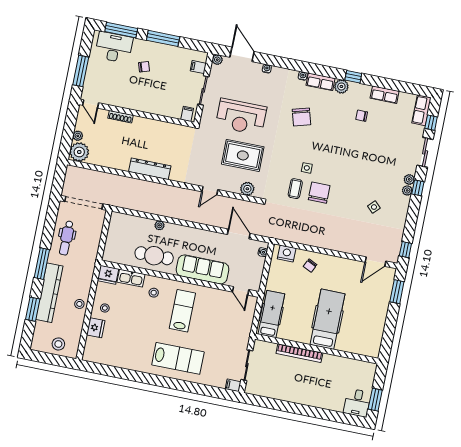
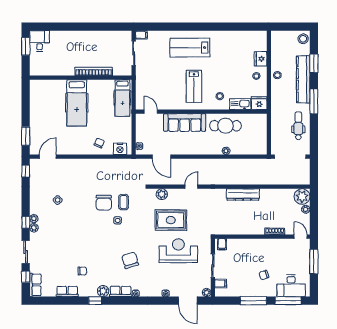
stool: (58, 344) -> (303, 39), moved

